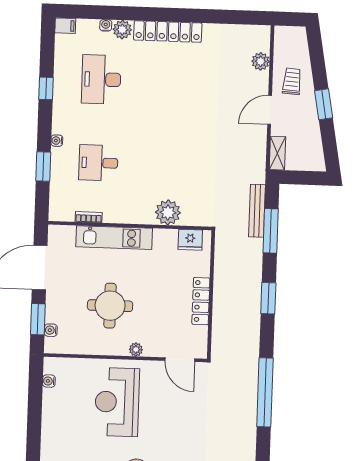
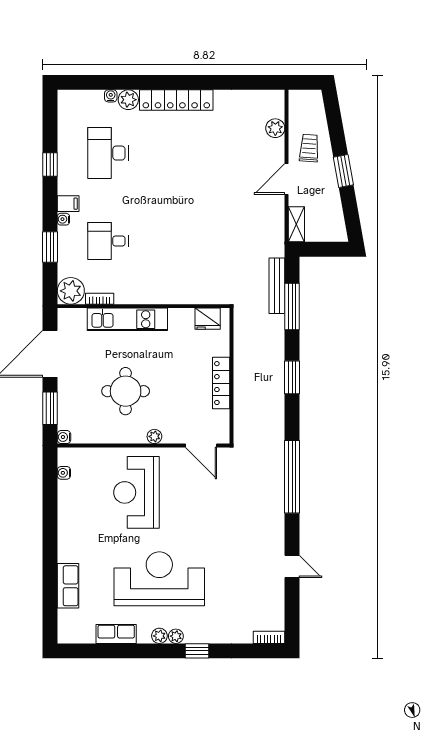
filing cabinet: (65, 26) -> (68, 204), moved
plant: (168, 212) -> (71, 291), moved
water cooler: (51, 330) -> (64, 437), moved

